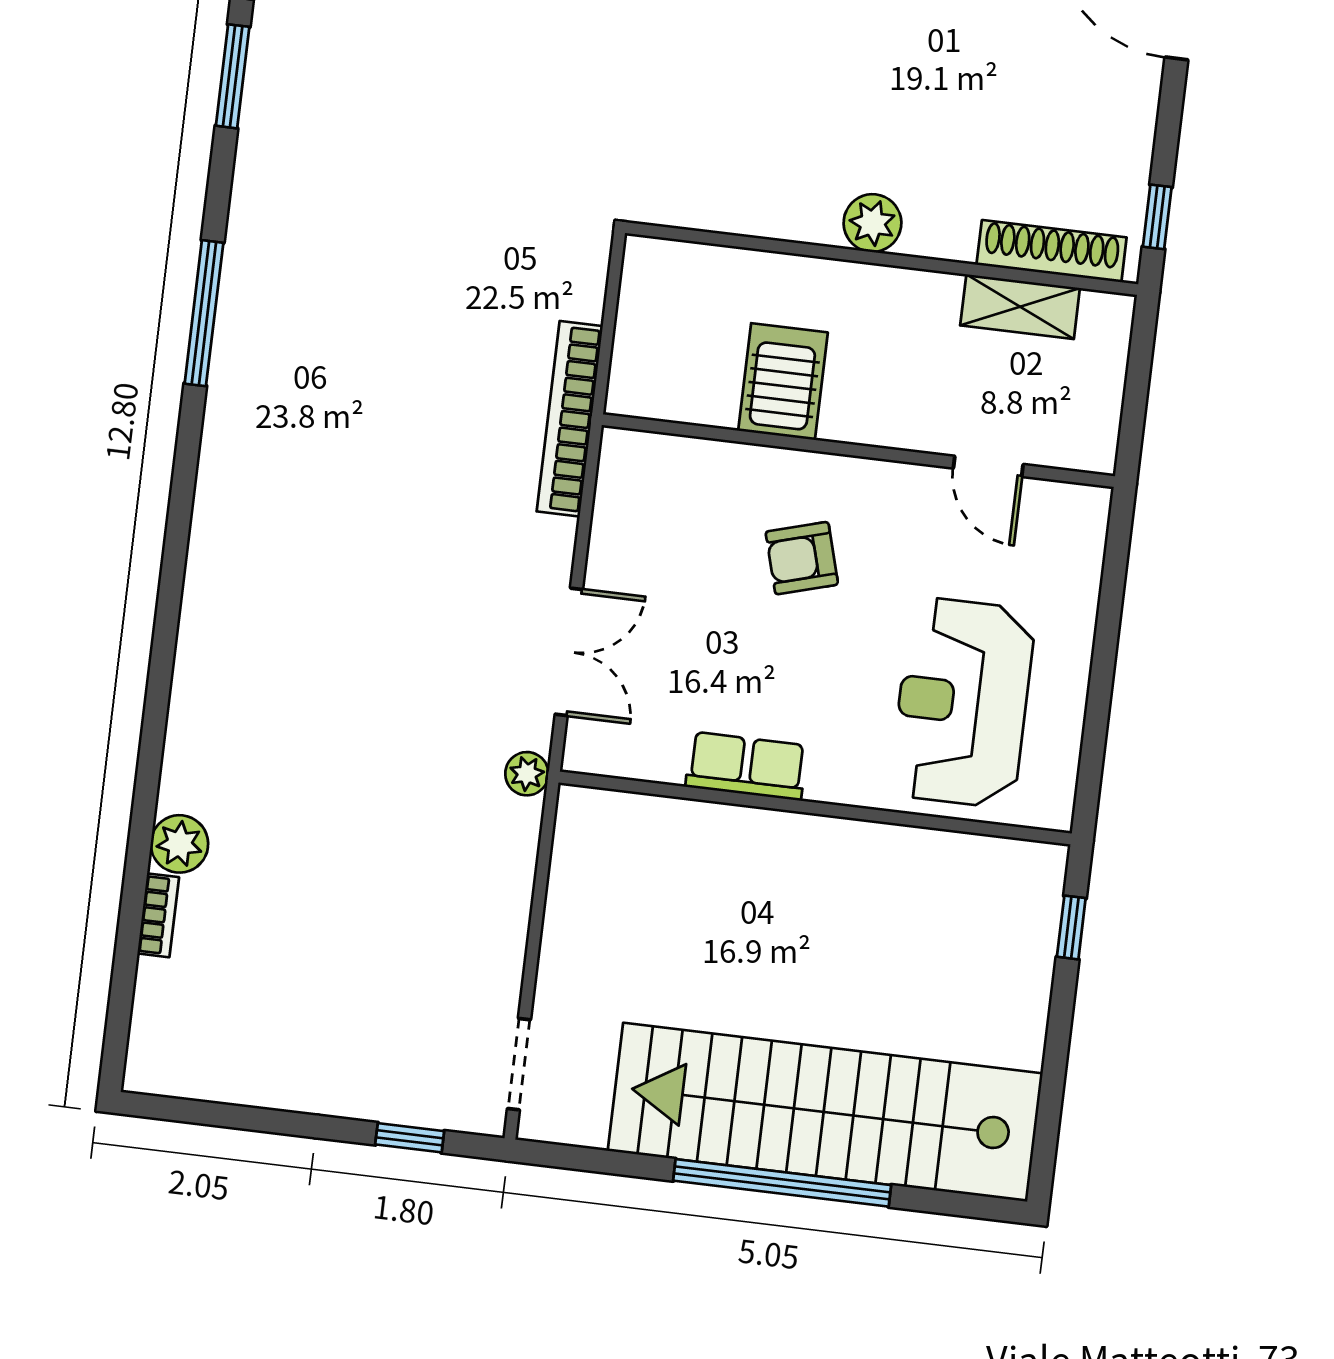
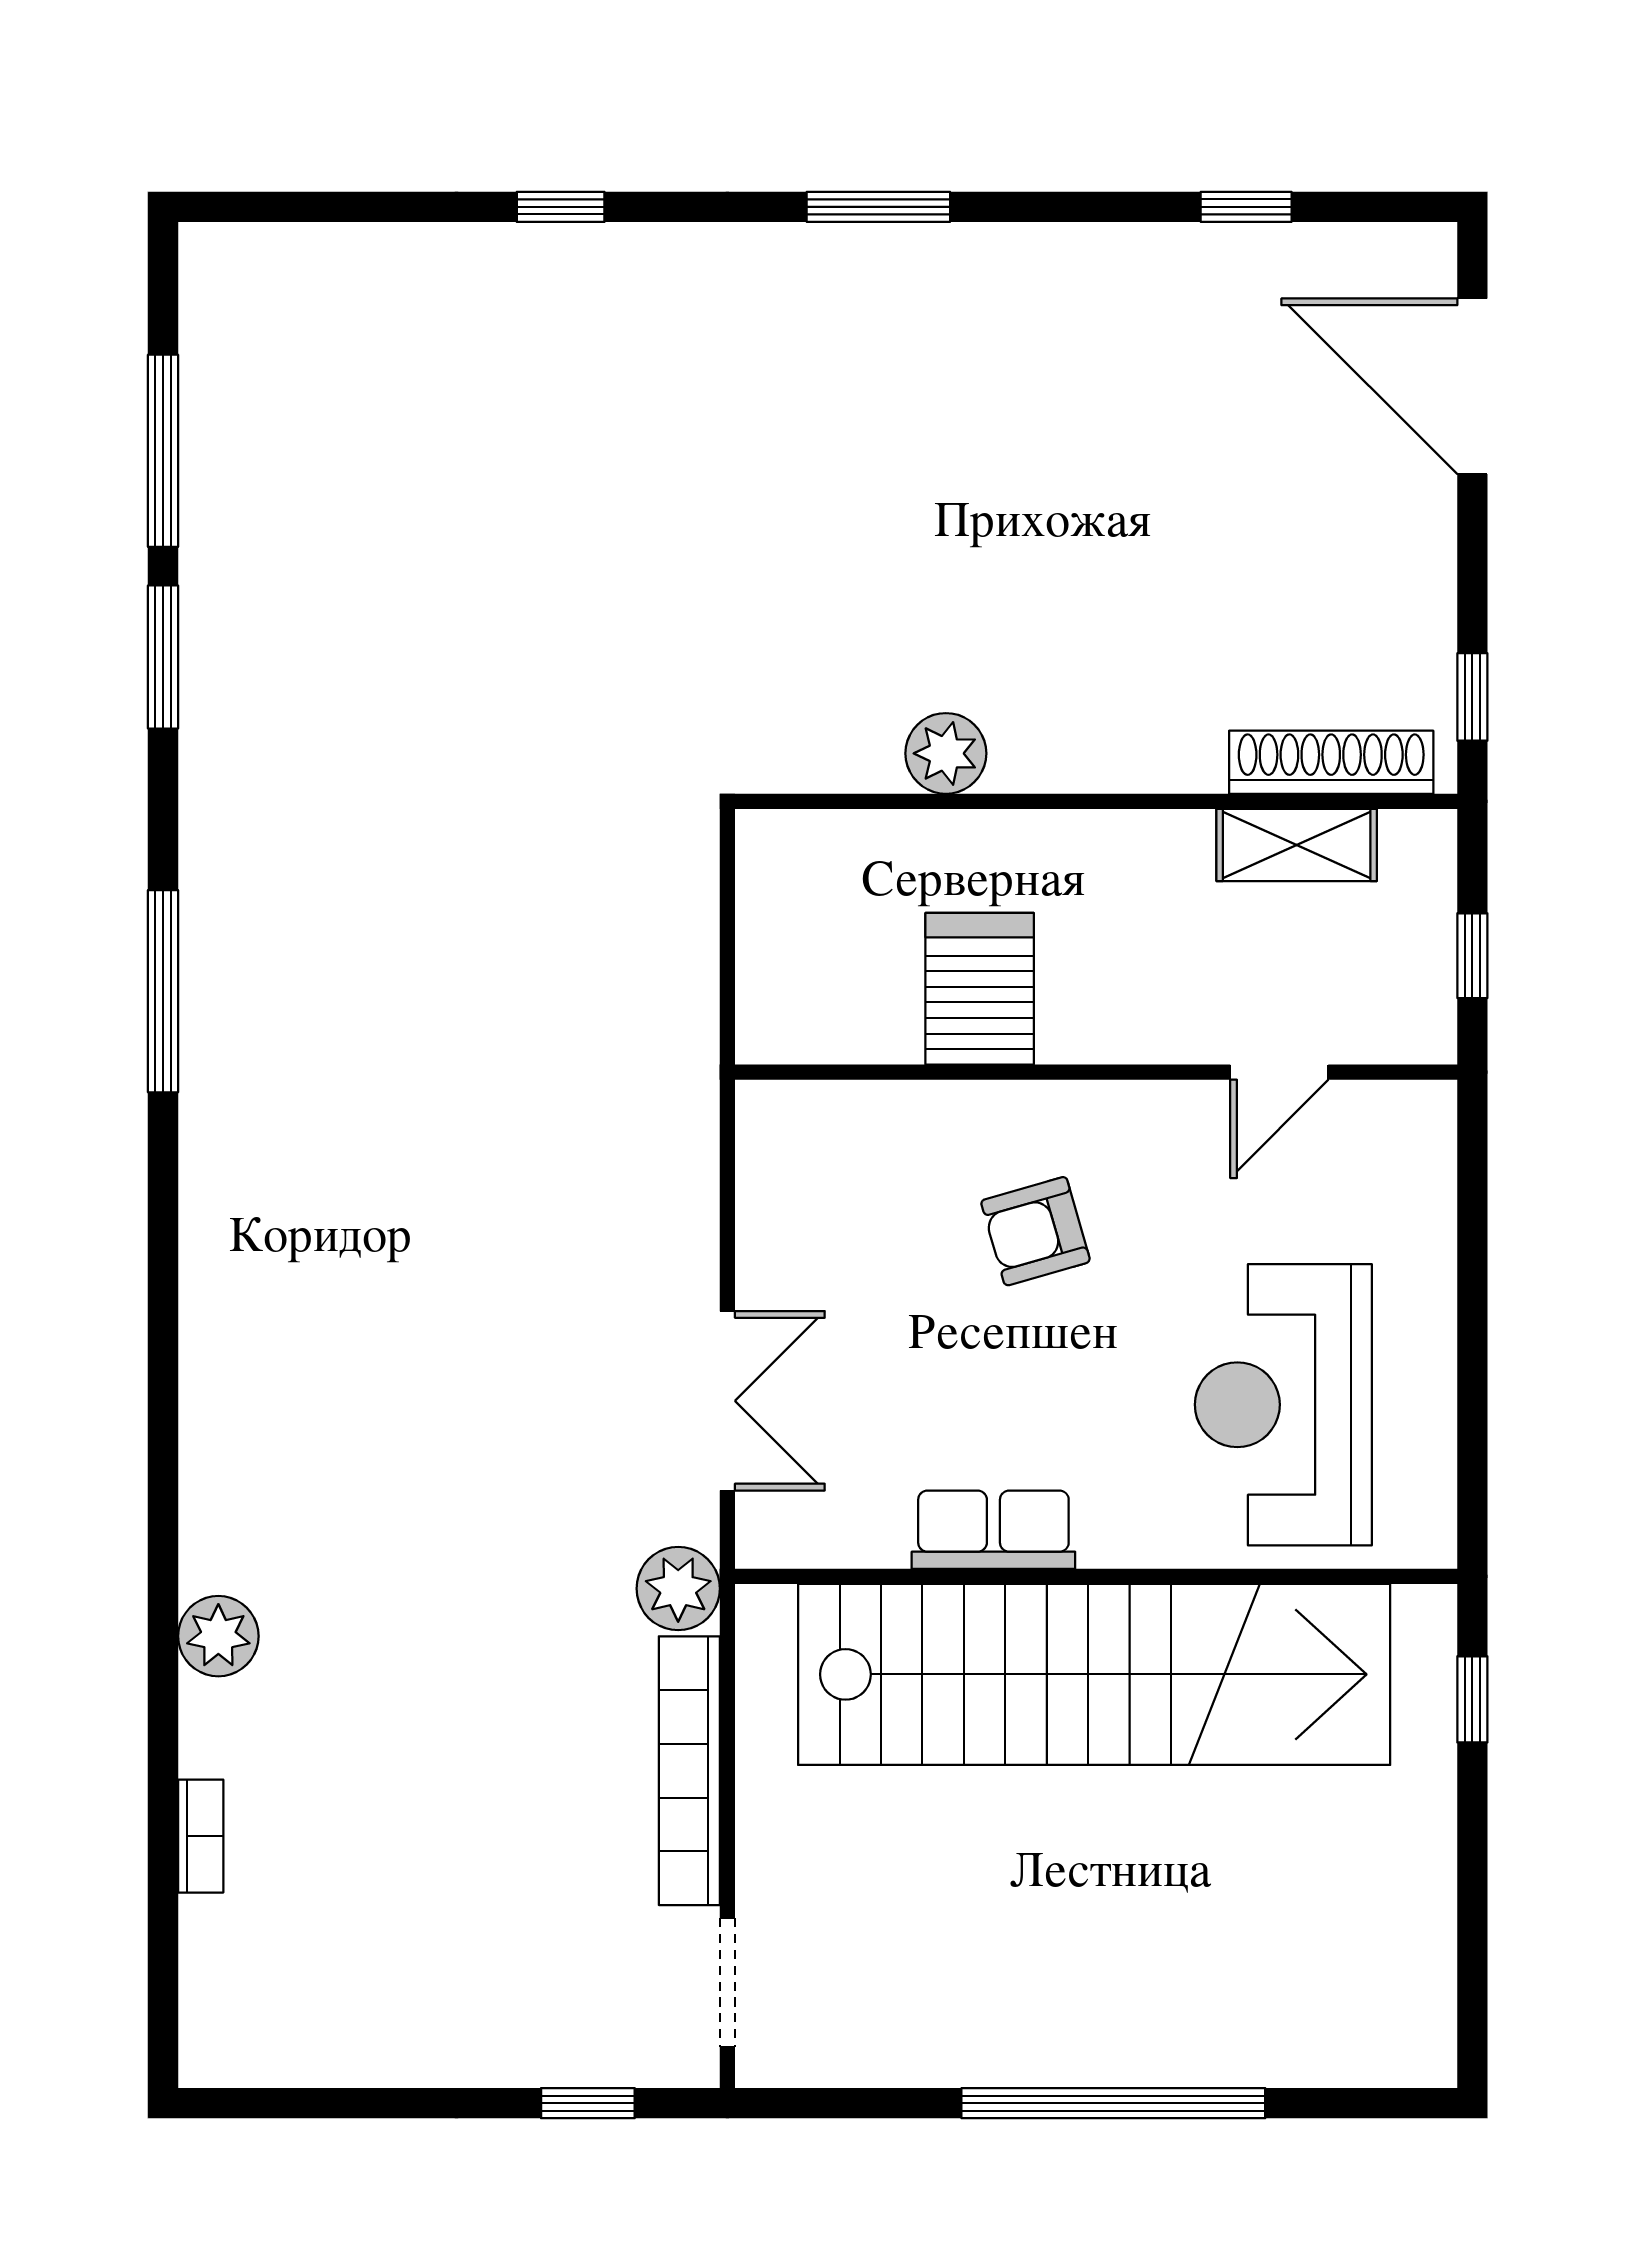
plant: (872, 223) -> (946, 753), moved
window: (1135, 400) -> (1472, 956), added
bookcase: (570, 419) -> (689, 1771), moved
door: (988, 466) -> (1279, 1072), hinge flipped
plant: (527, 774) -> (678, 1589), width x1.38, depth x1.38
plant: (179, 844) -> (218, 1636), moved
stairs: (825, 1112) -> (1094, 1674), moved, turned 180

